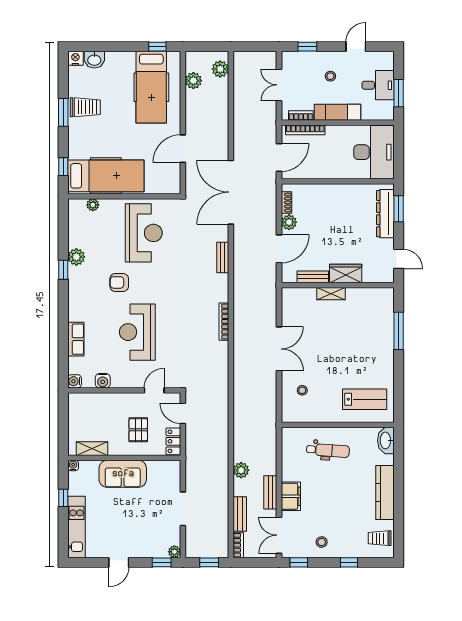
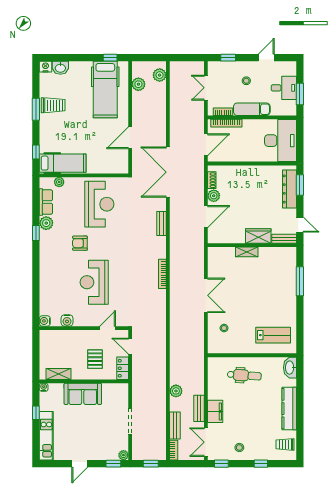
hospital bed: (106, 176) -> (63, 163), width x0.73, depth x0.78
bench: (313, 277) -> (284, 239), moved
row of seats: (76, 339) -> (46, 202), moved

